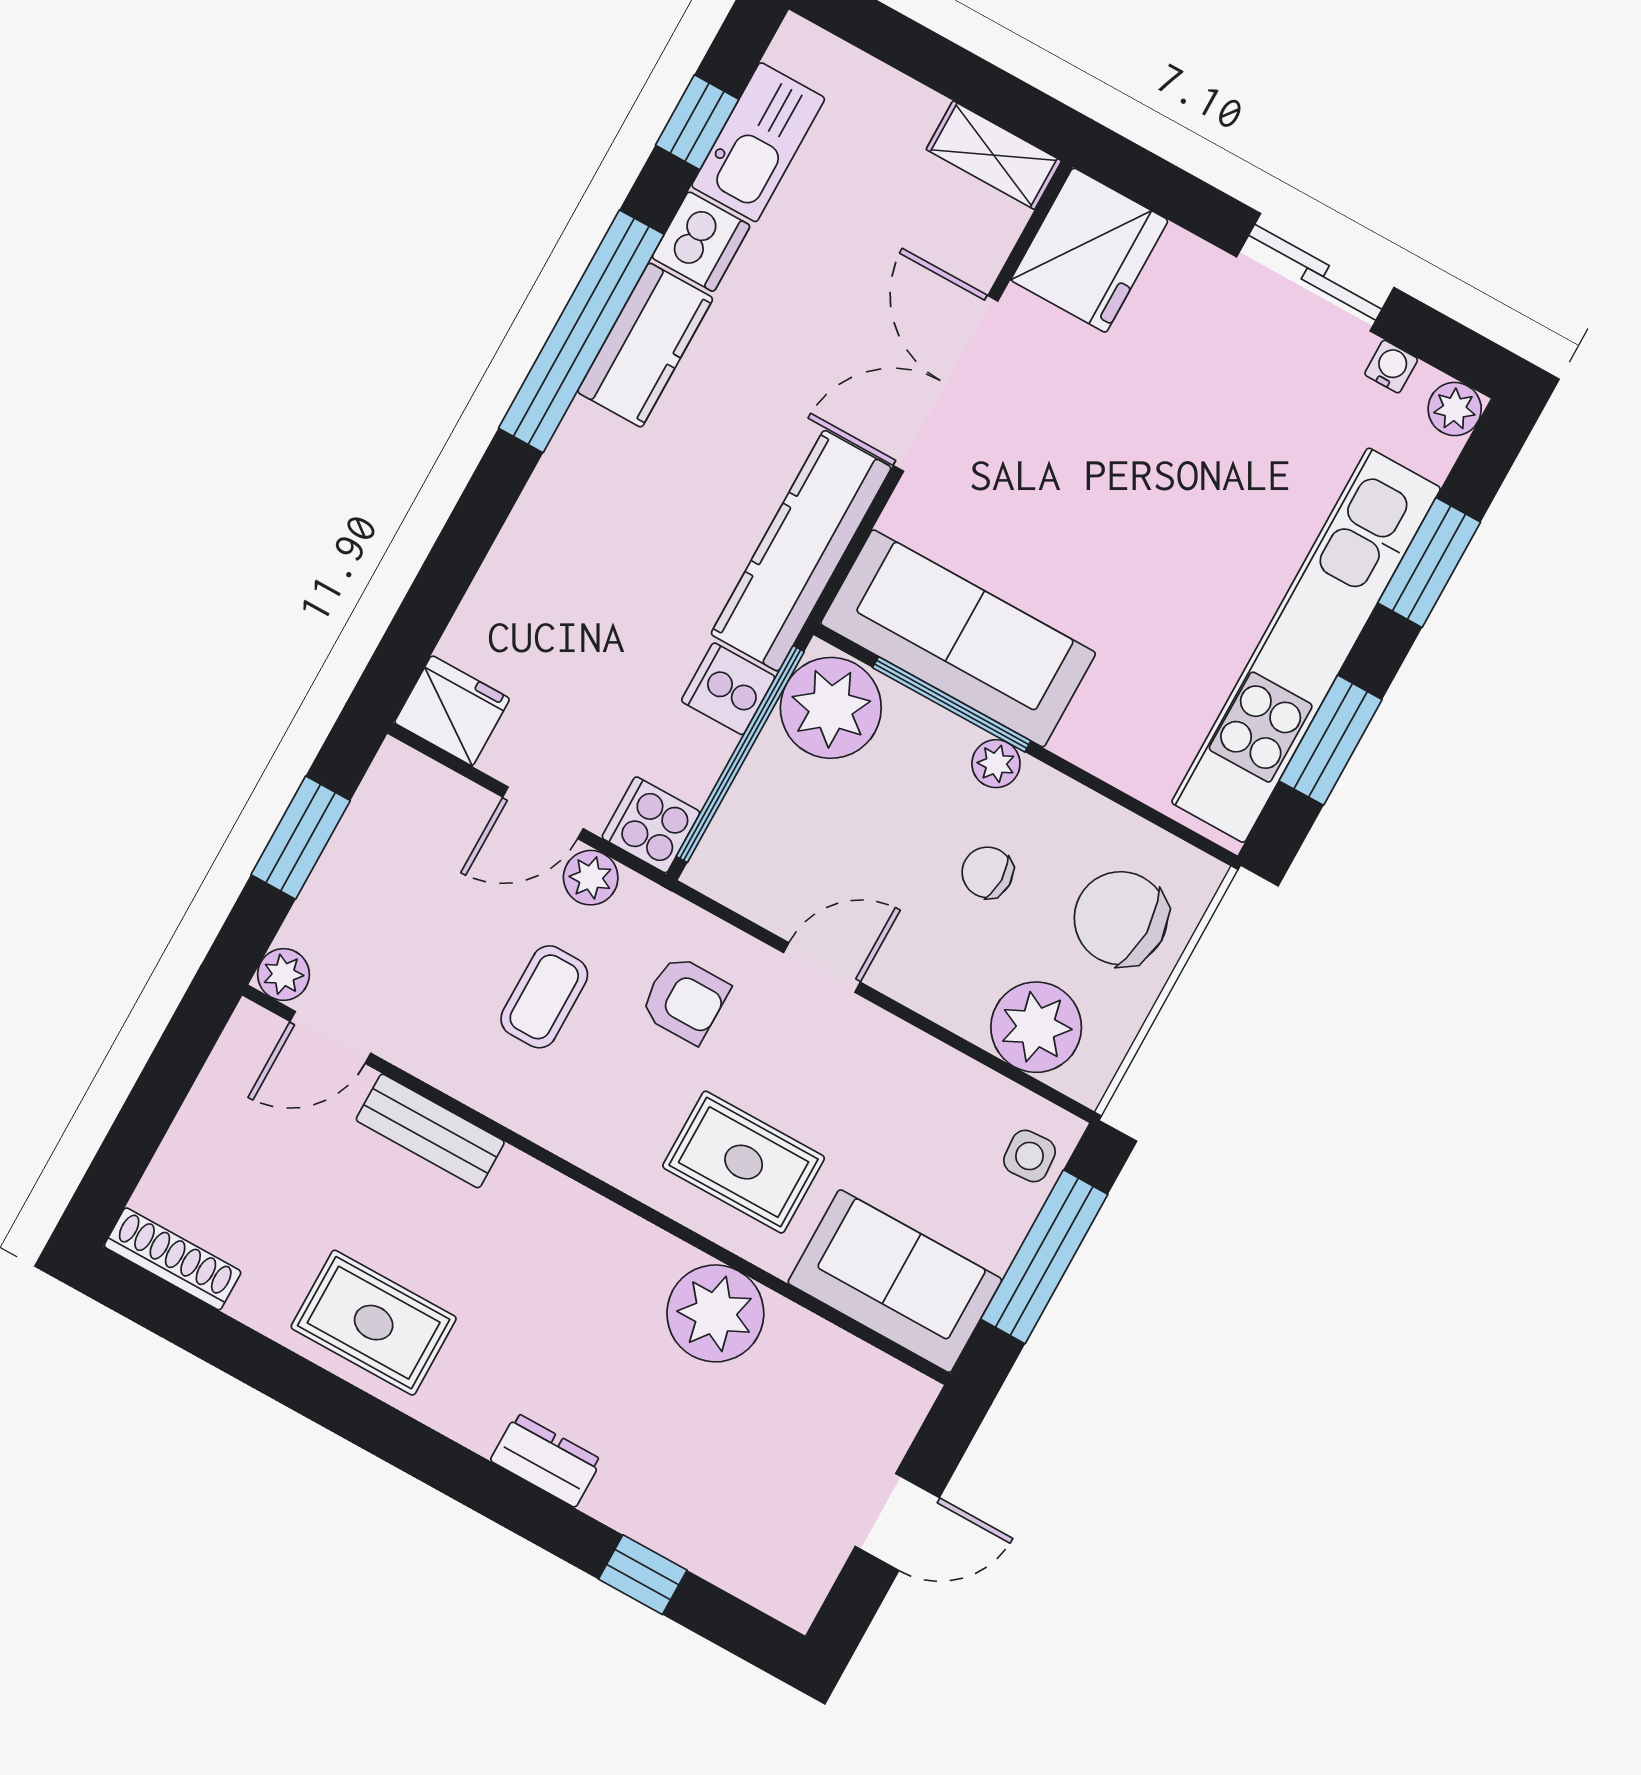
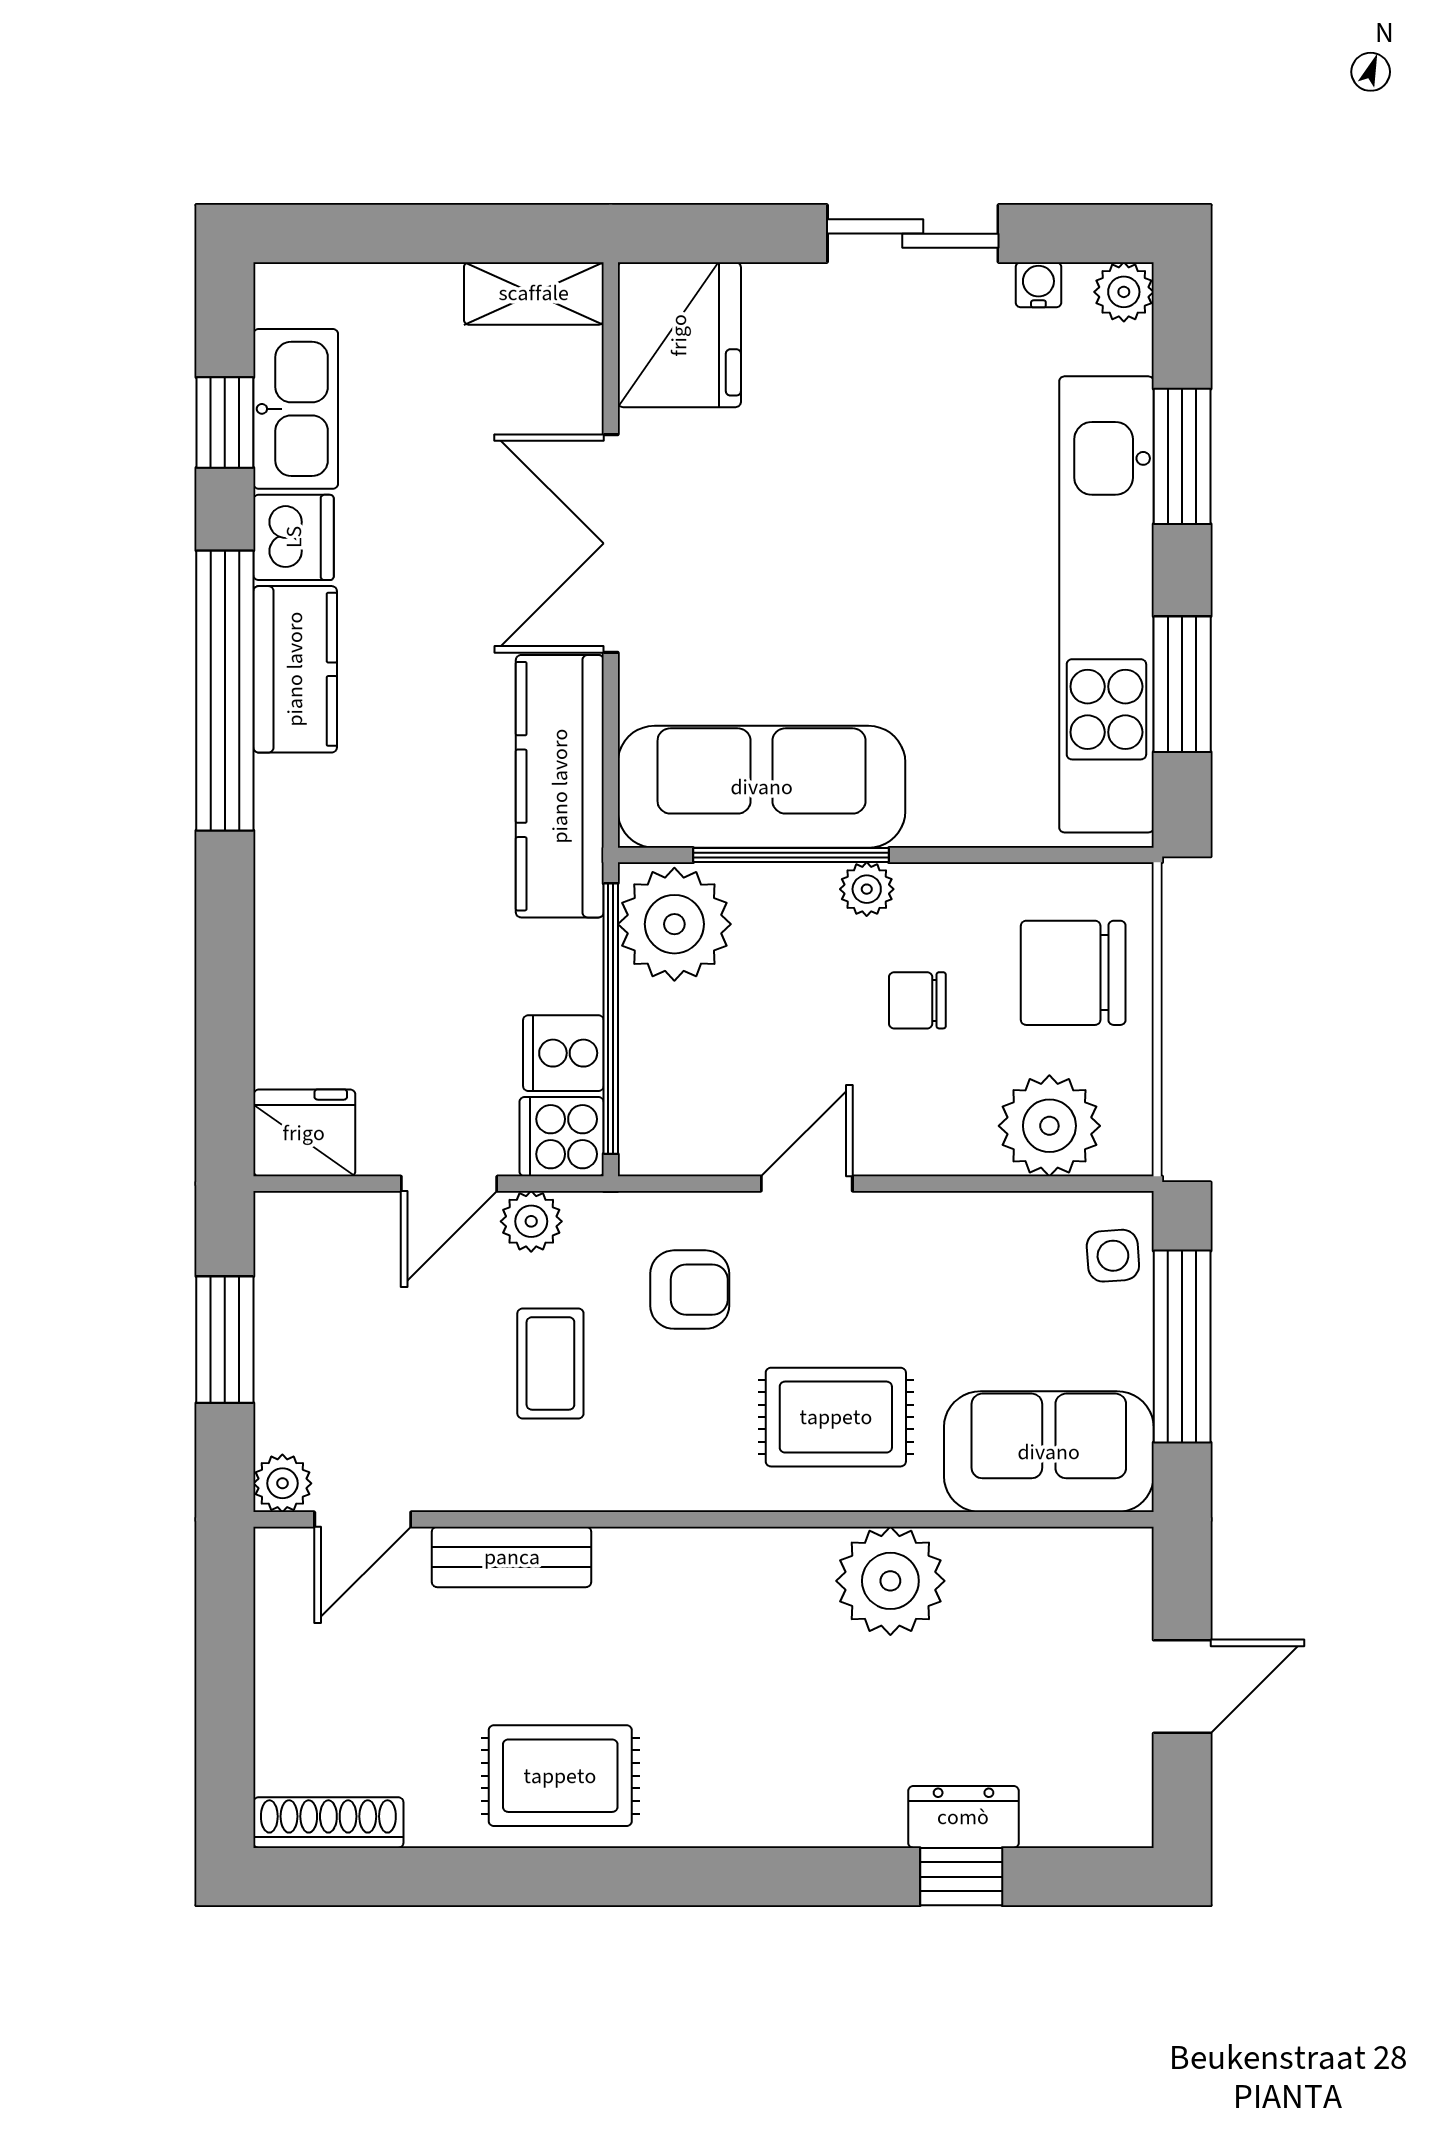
cooker: (728, 689) -> (563, 1053), moved
dresser: (546, 1460) -> (963, 1817), moved

